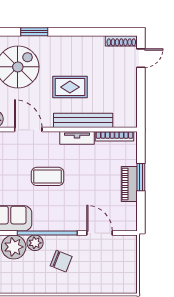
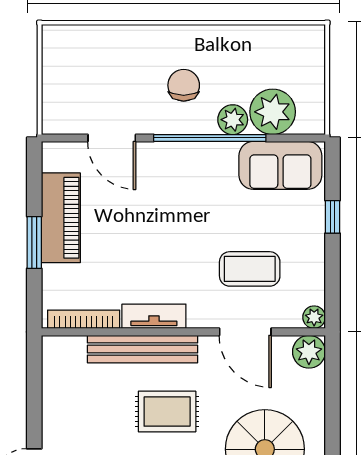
coffee table: (48, 176) -> (250, 269), moved
piano: (129, 184) -> (61, 218), width x1.37, depth x1.33
chair: (61, 261) -> (184, 85), turned 68

